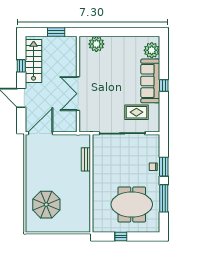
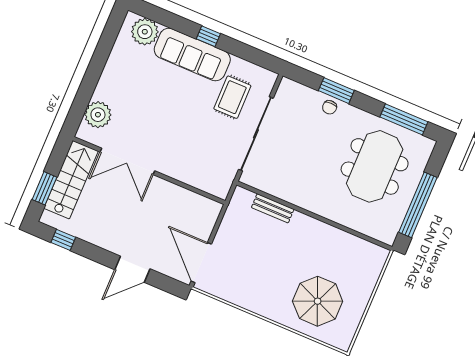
window: (56, 32) -> (45, 188), moved
stairs: (34, 61) -> (71, 180), moved, turned 90
window: (21, 66) -> (63, 240), moved
double door: (78, 94) -> (127, 161), moved
window: (164, 198) -> (404, 119), moved
window: (121, 237) -> (418, 205), width x3.17

